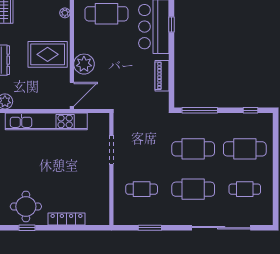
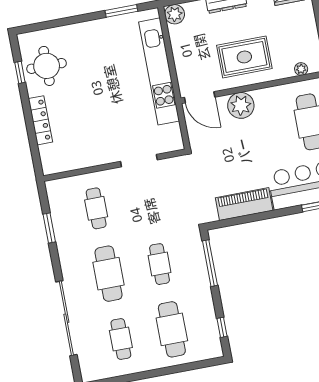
rug: (48, 54) -> (244, 57), turned 90
piano: (162, 76) -> (244, 204), width x1.37, depth x1.33
cafe table: (193, 149) -> (159, 264), width x0.73, depth x0.74

